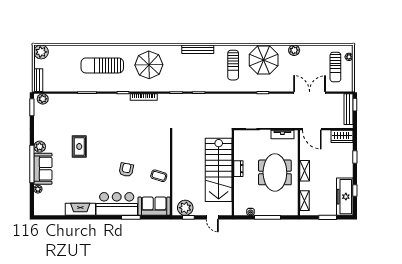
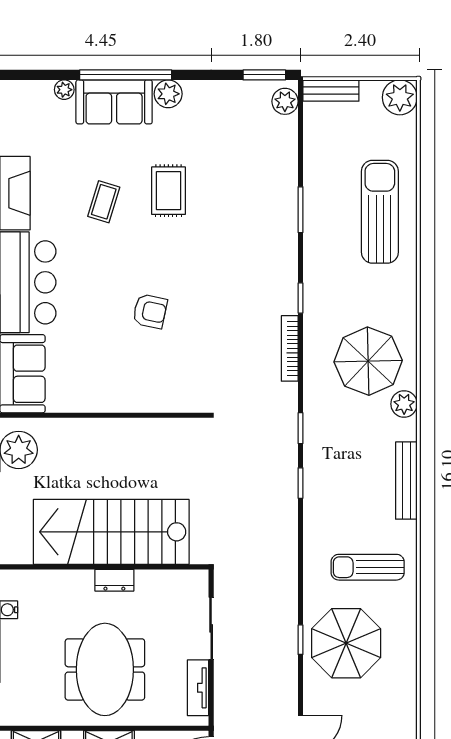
plant: (294, 50) -> (404, 404), moved
parasol: (264, 60) -> (346, 643), moved
sun lounger: (102, 65) -> (380, 212), moved
rug: (79, 146) -> (168, 191), turned 90
armchair: (126, 170) -> (150, 311), moved
meeting table: (275, 172) -> (105, 669), turned 90
coffee table: (159, 176) -> (104, 202), moved

